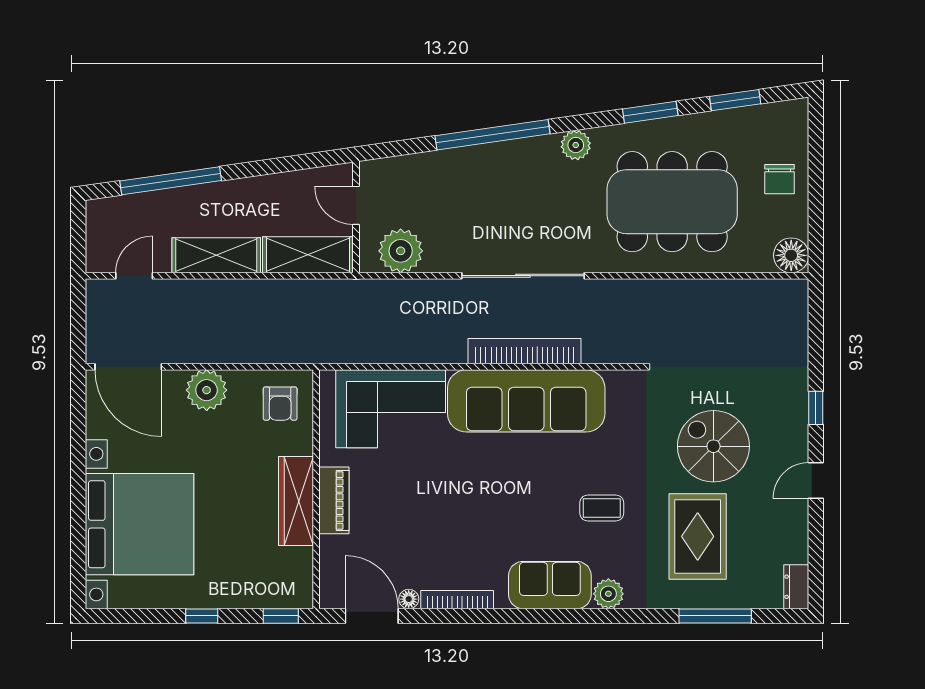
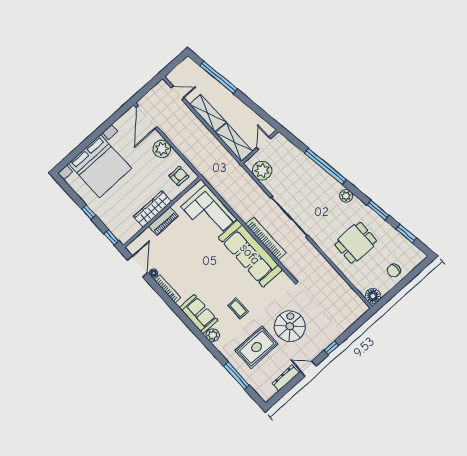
dining table: (672, 202) -> (356, 243), width x0.53, depth x0.80
armchair: (280, 404) -> (179, 176), turned 180
dresser: (796, 587) -> (285, 378), moved, width x1.44

